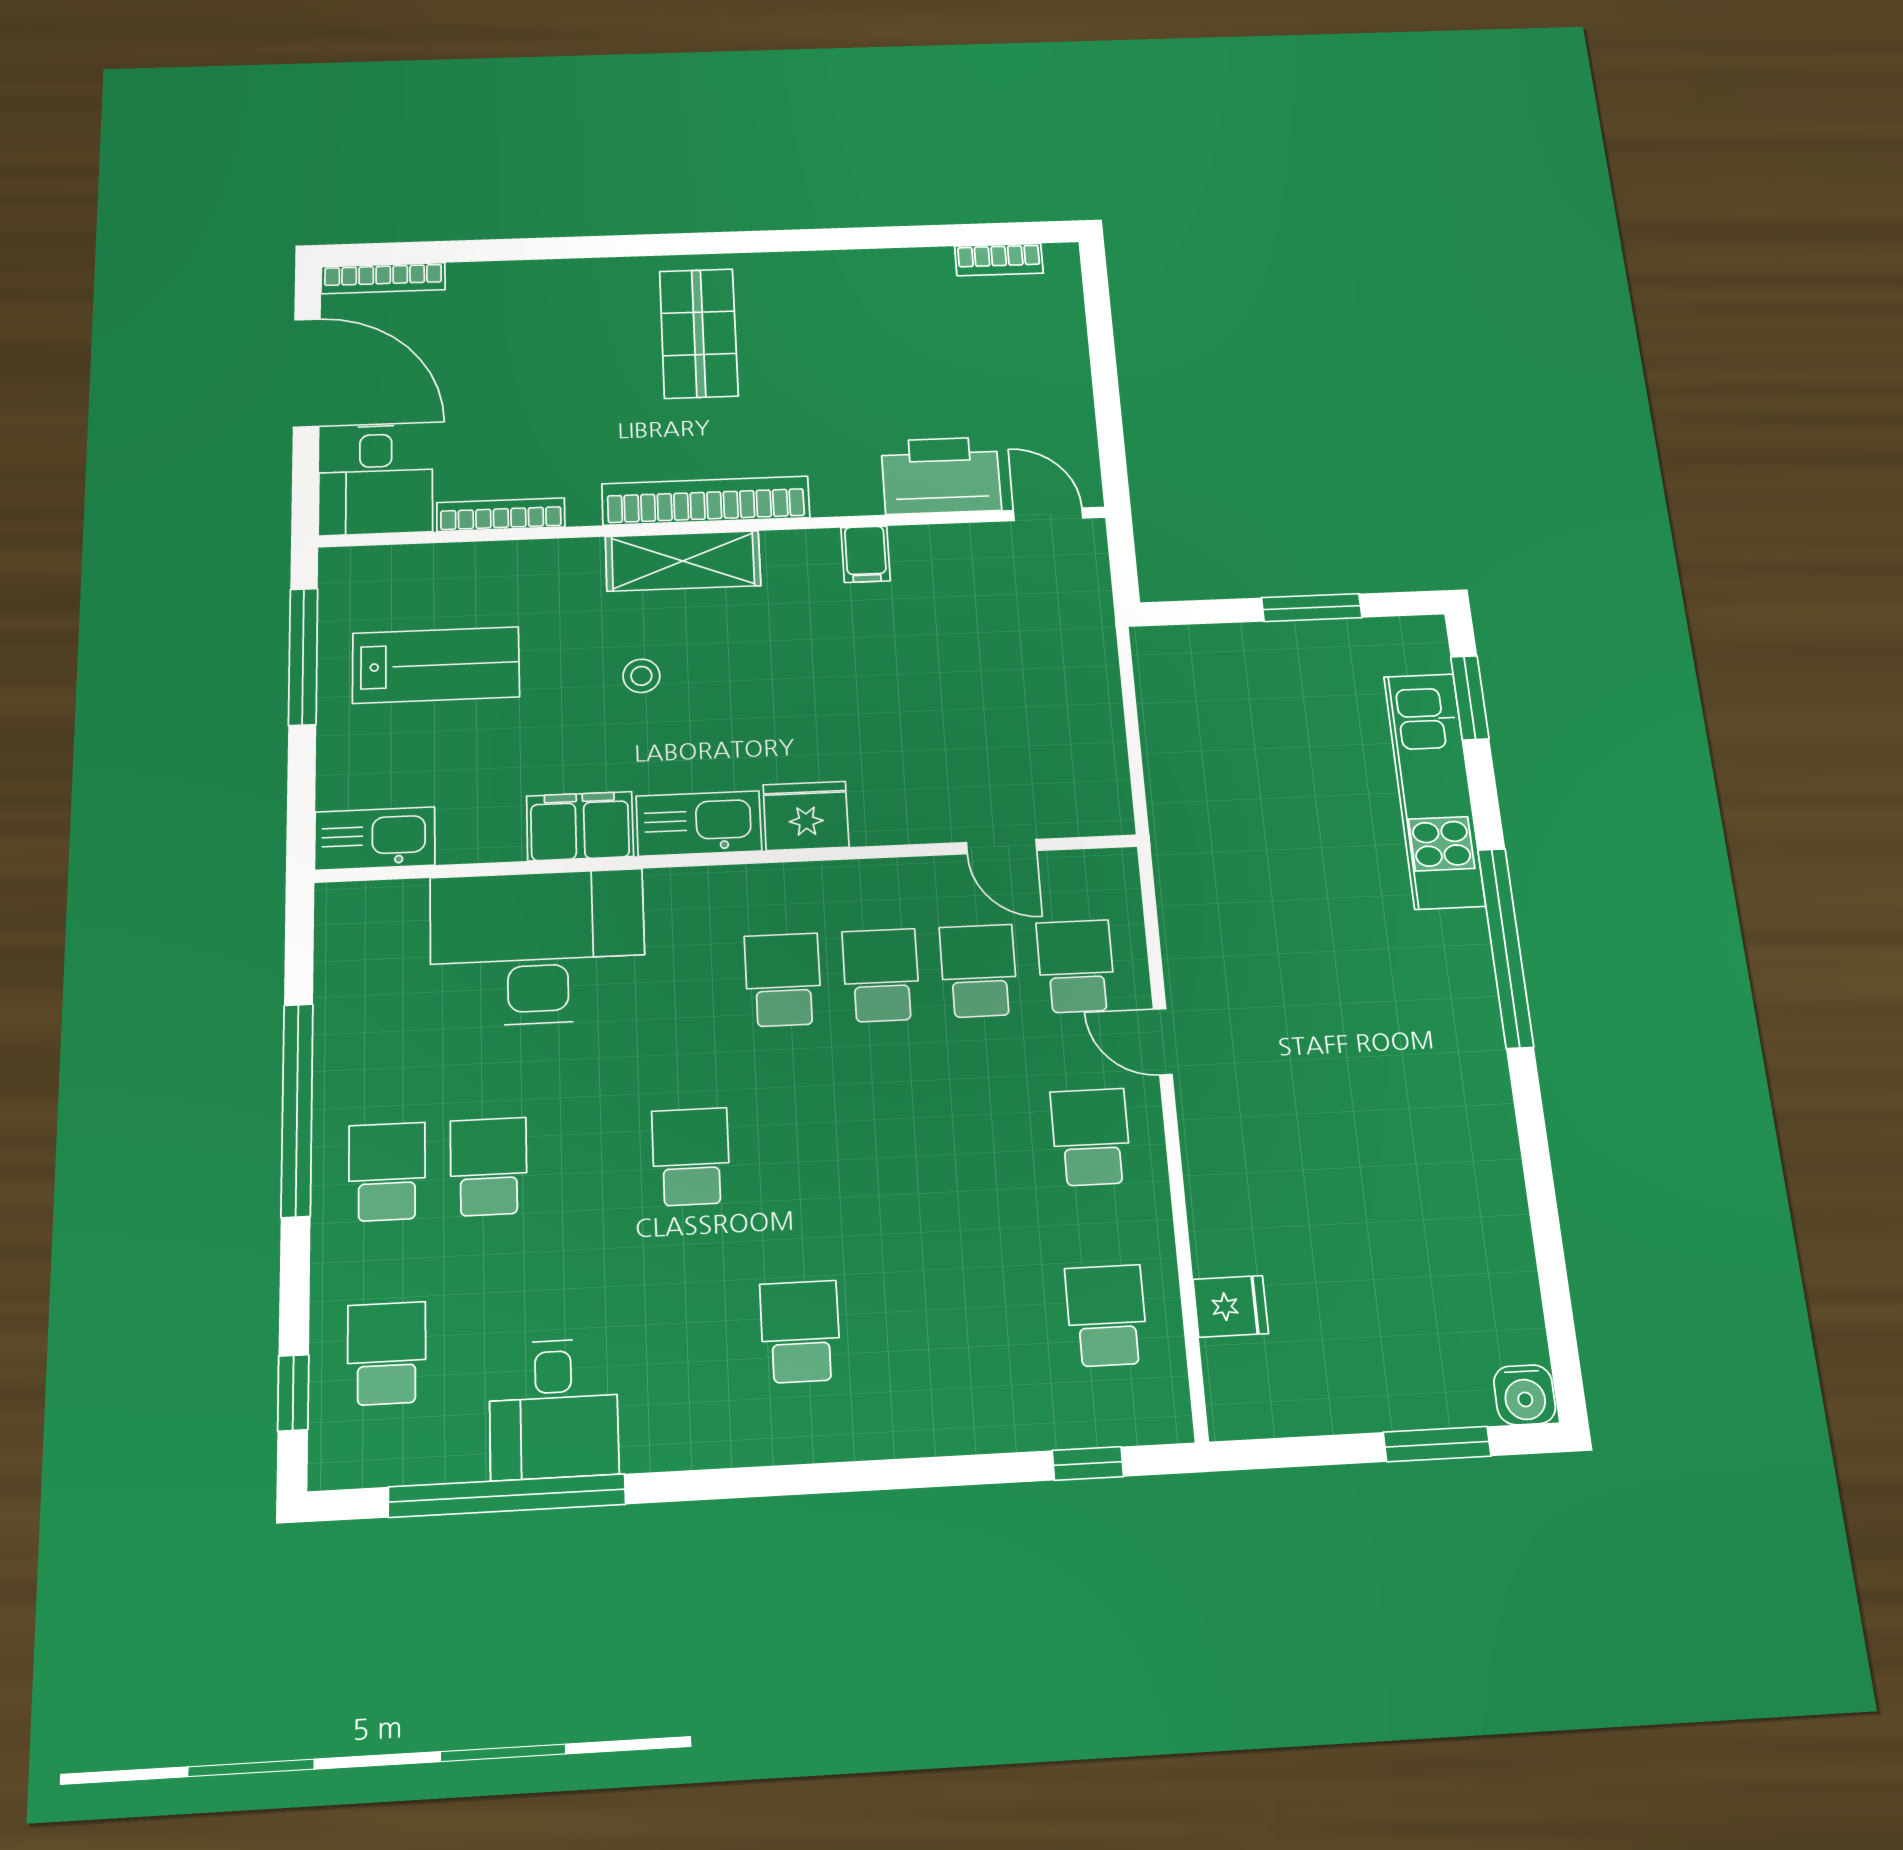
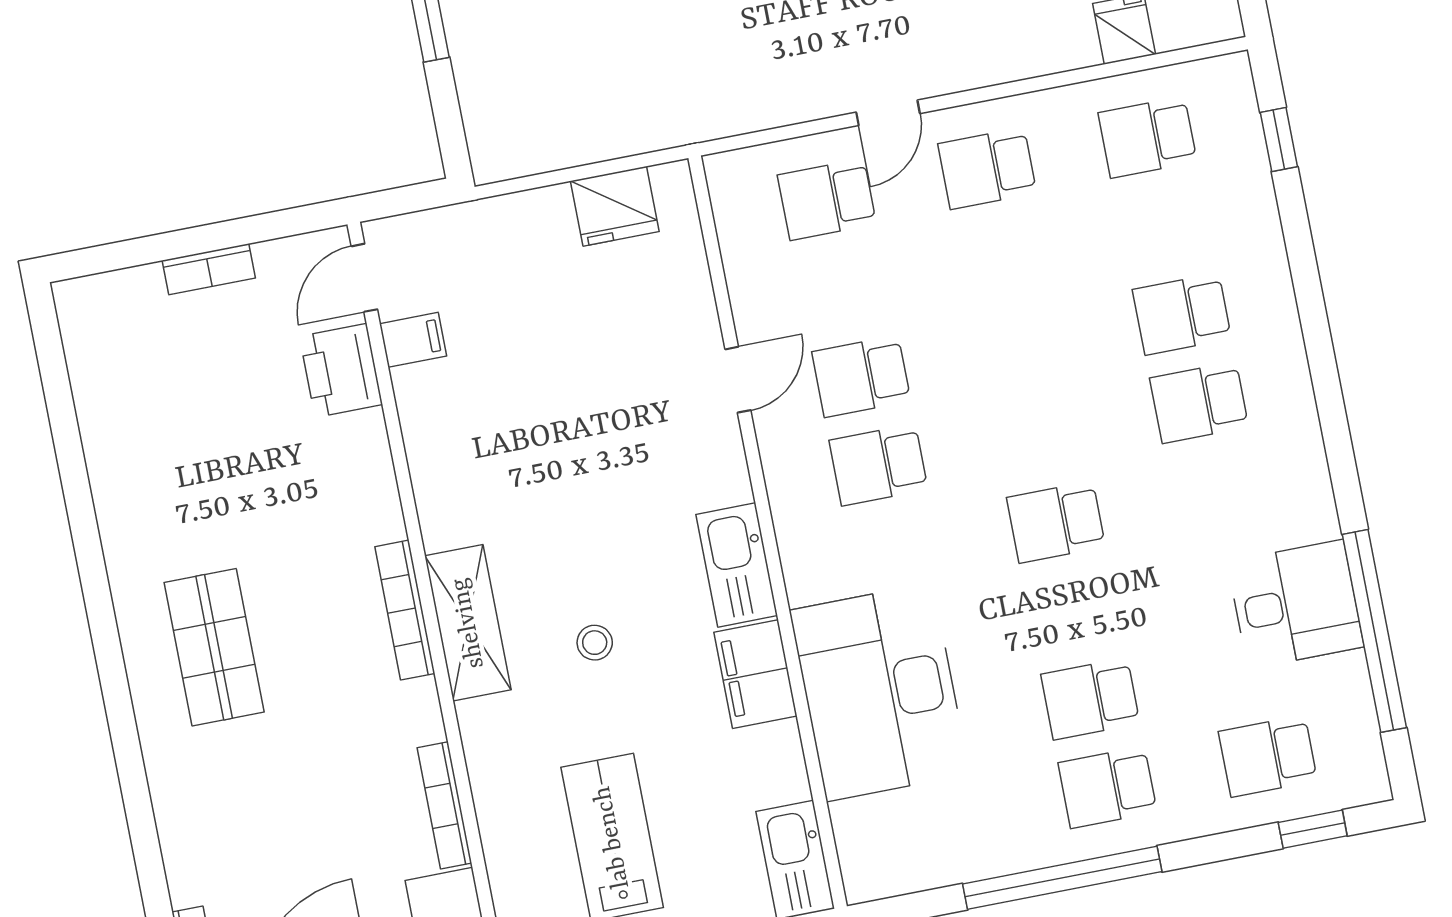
bookcase: (999, 260) -> (209, 269), moved, turned 90
shop shelf: (699, 333) -> (214, 647), turned 90
printer: (941, 476) -> (341, 371), width x0.73, depth x0.84
bookcase: (706, 501) -> (405, 610), width x0.68, depth x0.76
filing cabinet: (866, 554) -> (413, 340), moved
fridge: (806, 816) -> (615, 206), moved, turned -90
door: (1002, 847) -> (738, 380), moved
school desk: (979, 971) -> (1182, 314), moved

